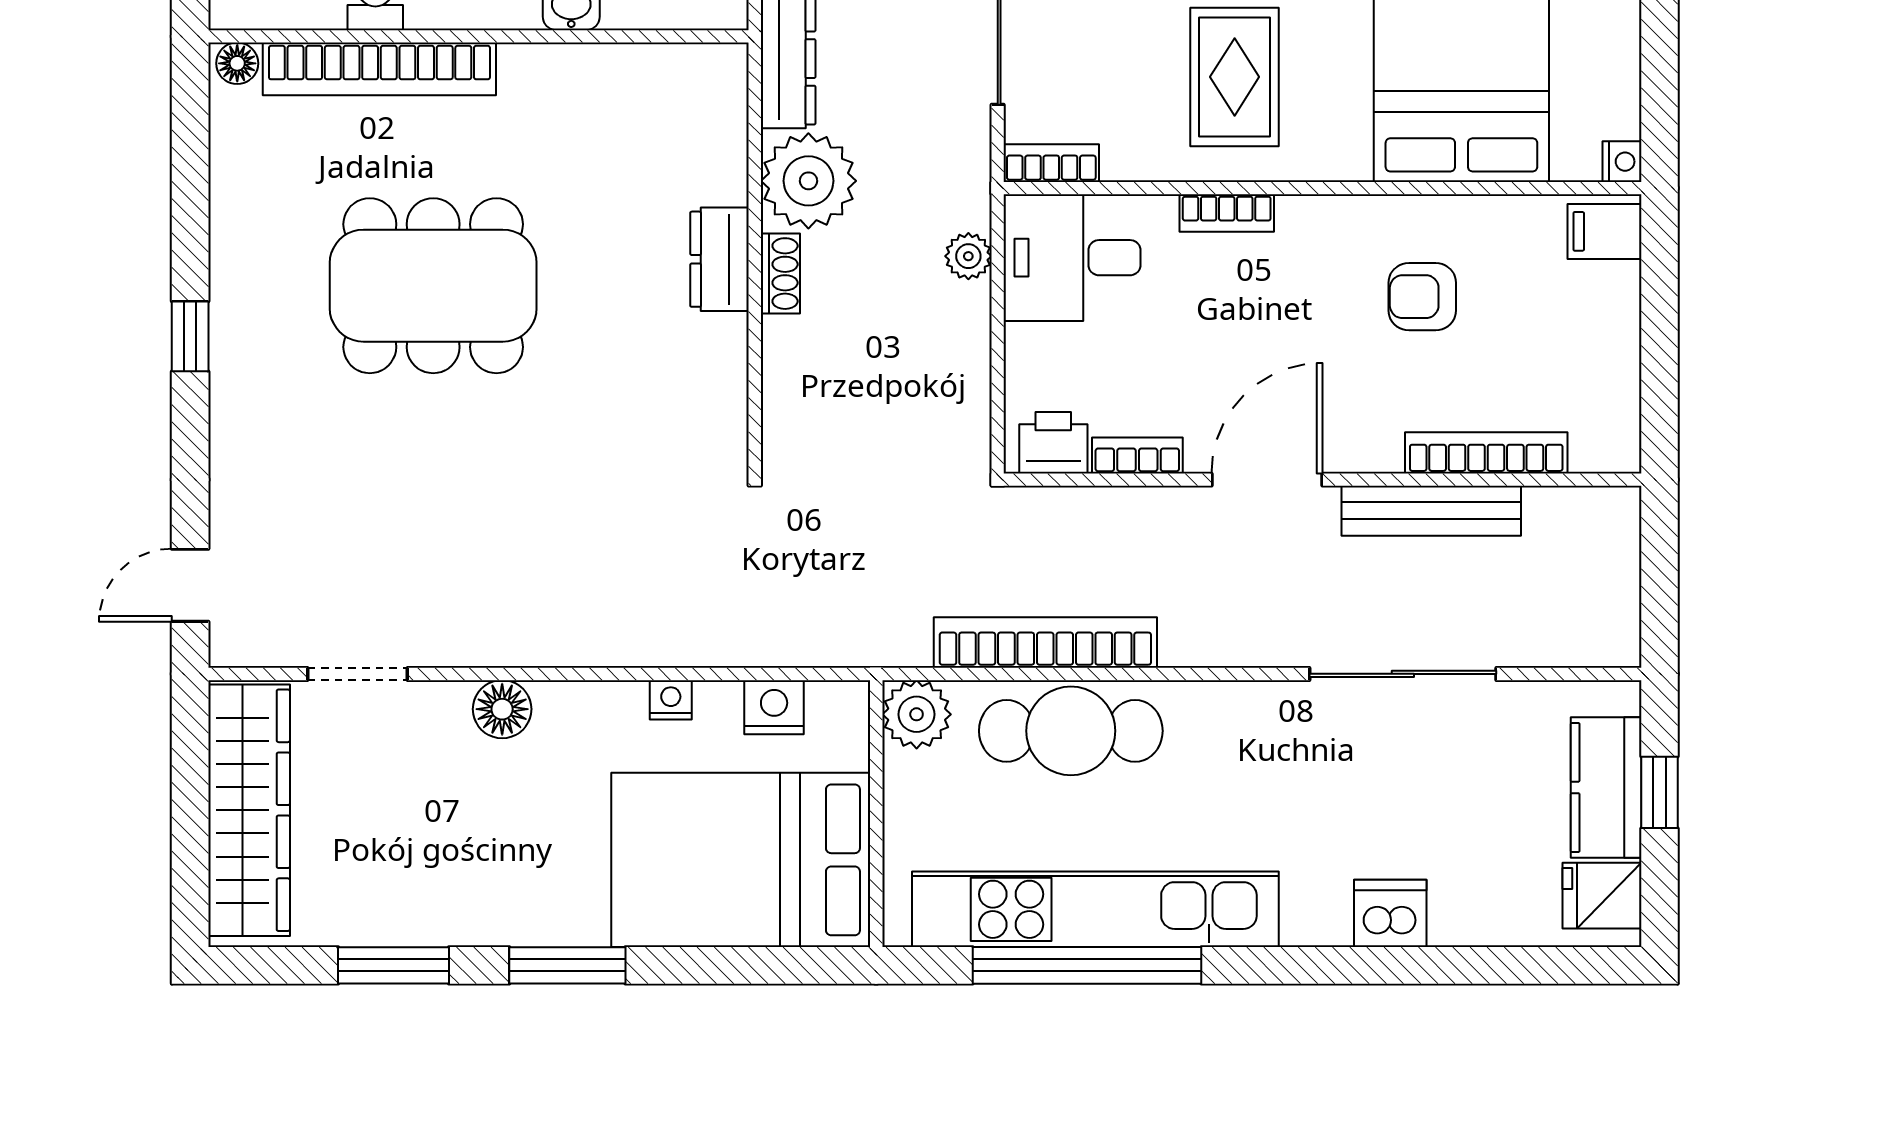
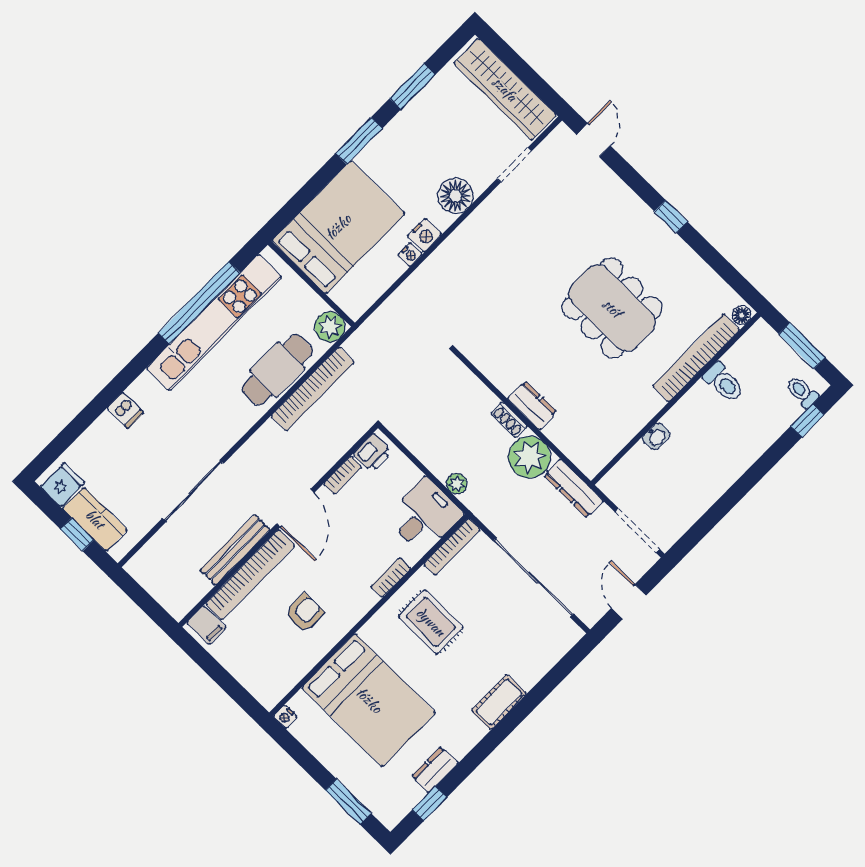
bookcase: (1051, 163) -> (452, 547), width x1.56
filing cabinet: (1604, 231) -> (206, 625), moved, turned 90
dining table: (433, 286) -> (612, 308), turned 90
bookcase: (1486, 453) -> (250, 575), width x1.48, depth x1.31
nightstand: (774, 707) -> (425, 235), moved
floor lamp: (502, 709) -> (455, 196), width x1.38, depth x1.38
dishwasher: (1390, 913) -> (125, 410), width x0.73

